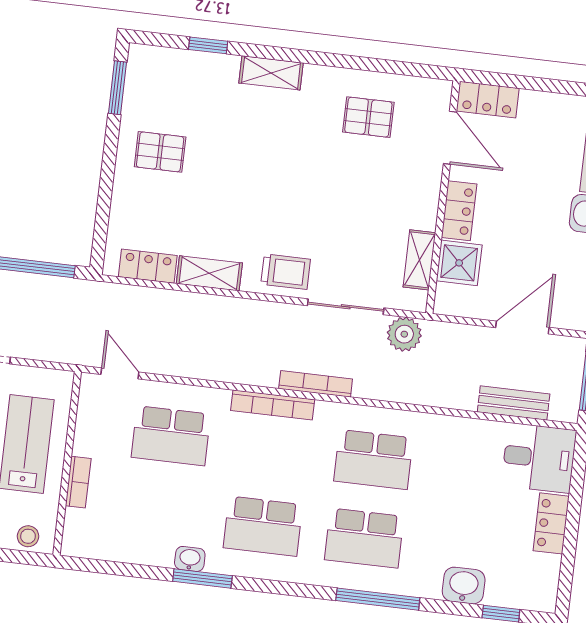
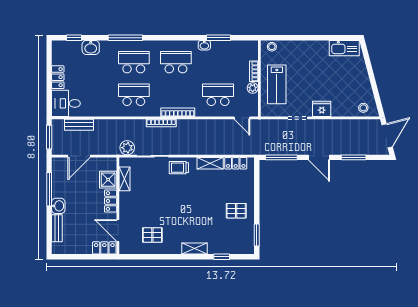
plant: (86, 442) -> (253, 88), added
window: (202, 579) -> (219, 38), moved

